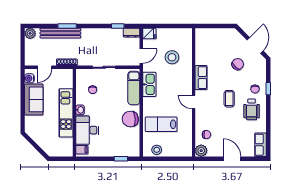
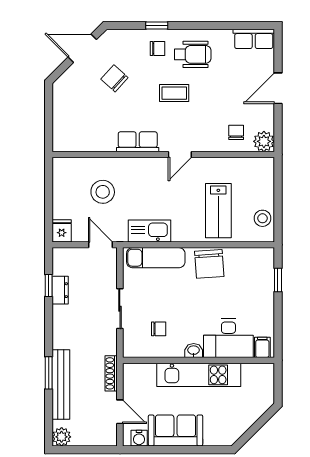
dresser: (132, 33) -> (60, 290), moved

